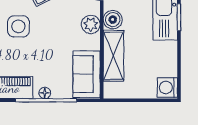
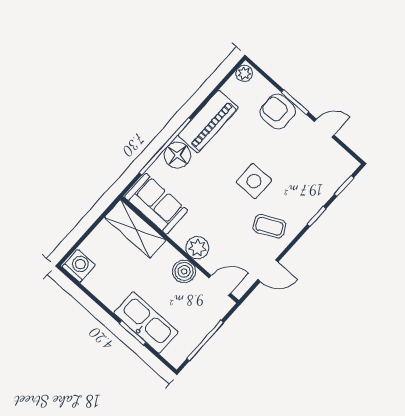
shelving: (113, 56) -> (135, 229), moved
floor lamp: (45, 93) -> (177, 155), width x1.89, depth x1.89

